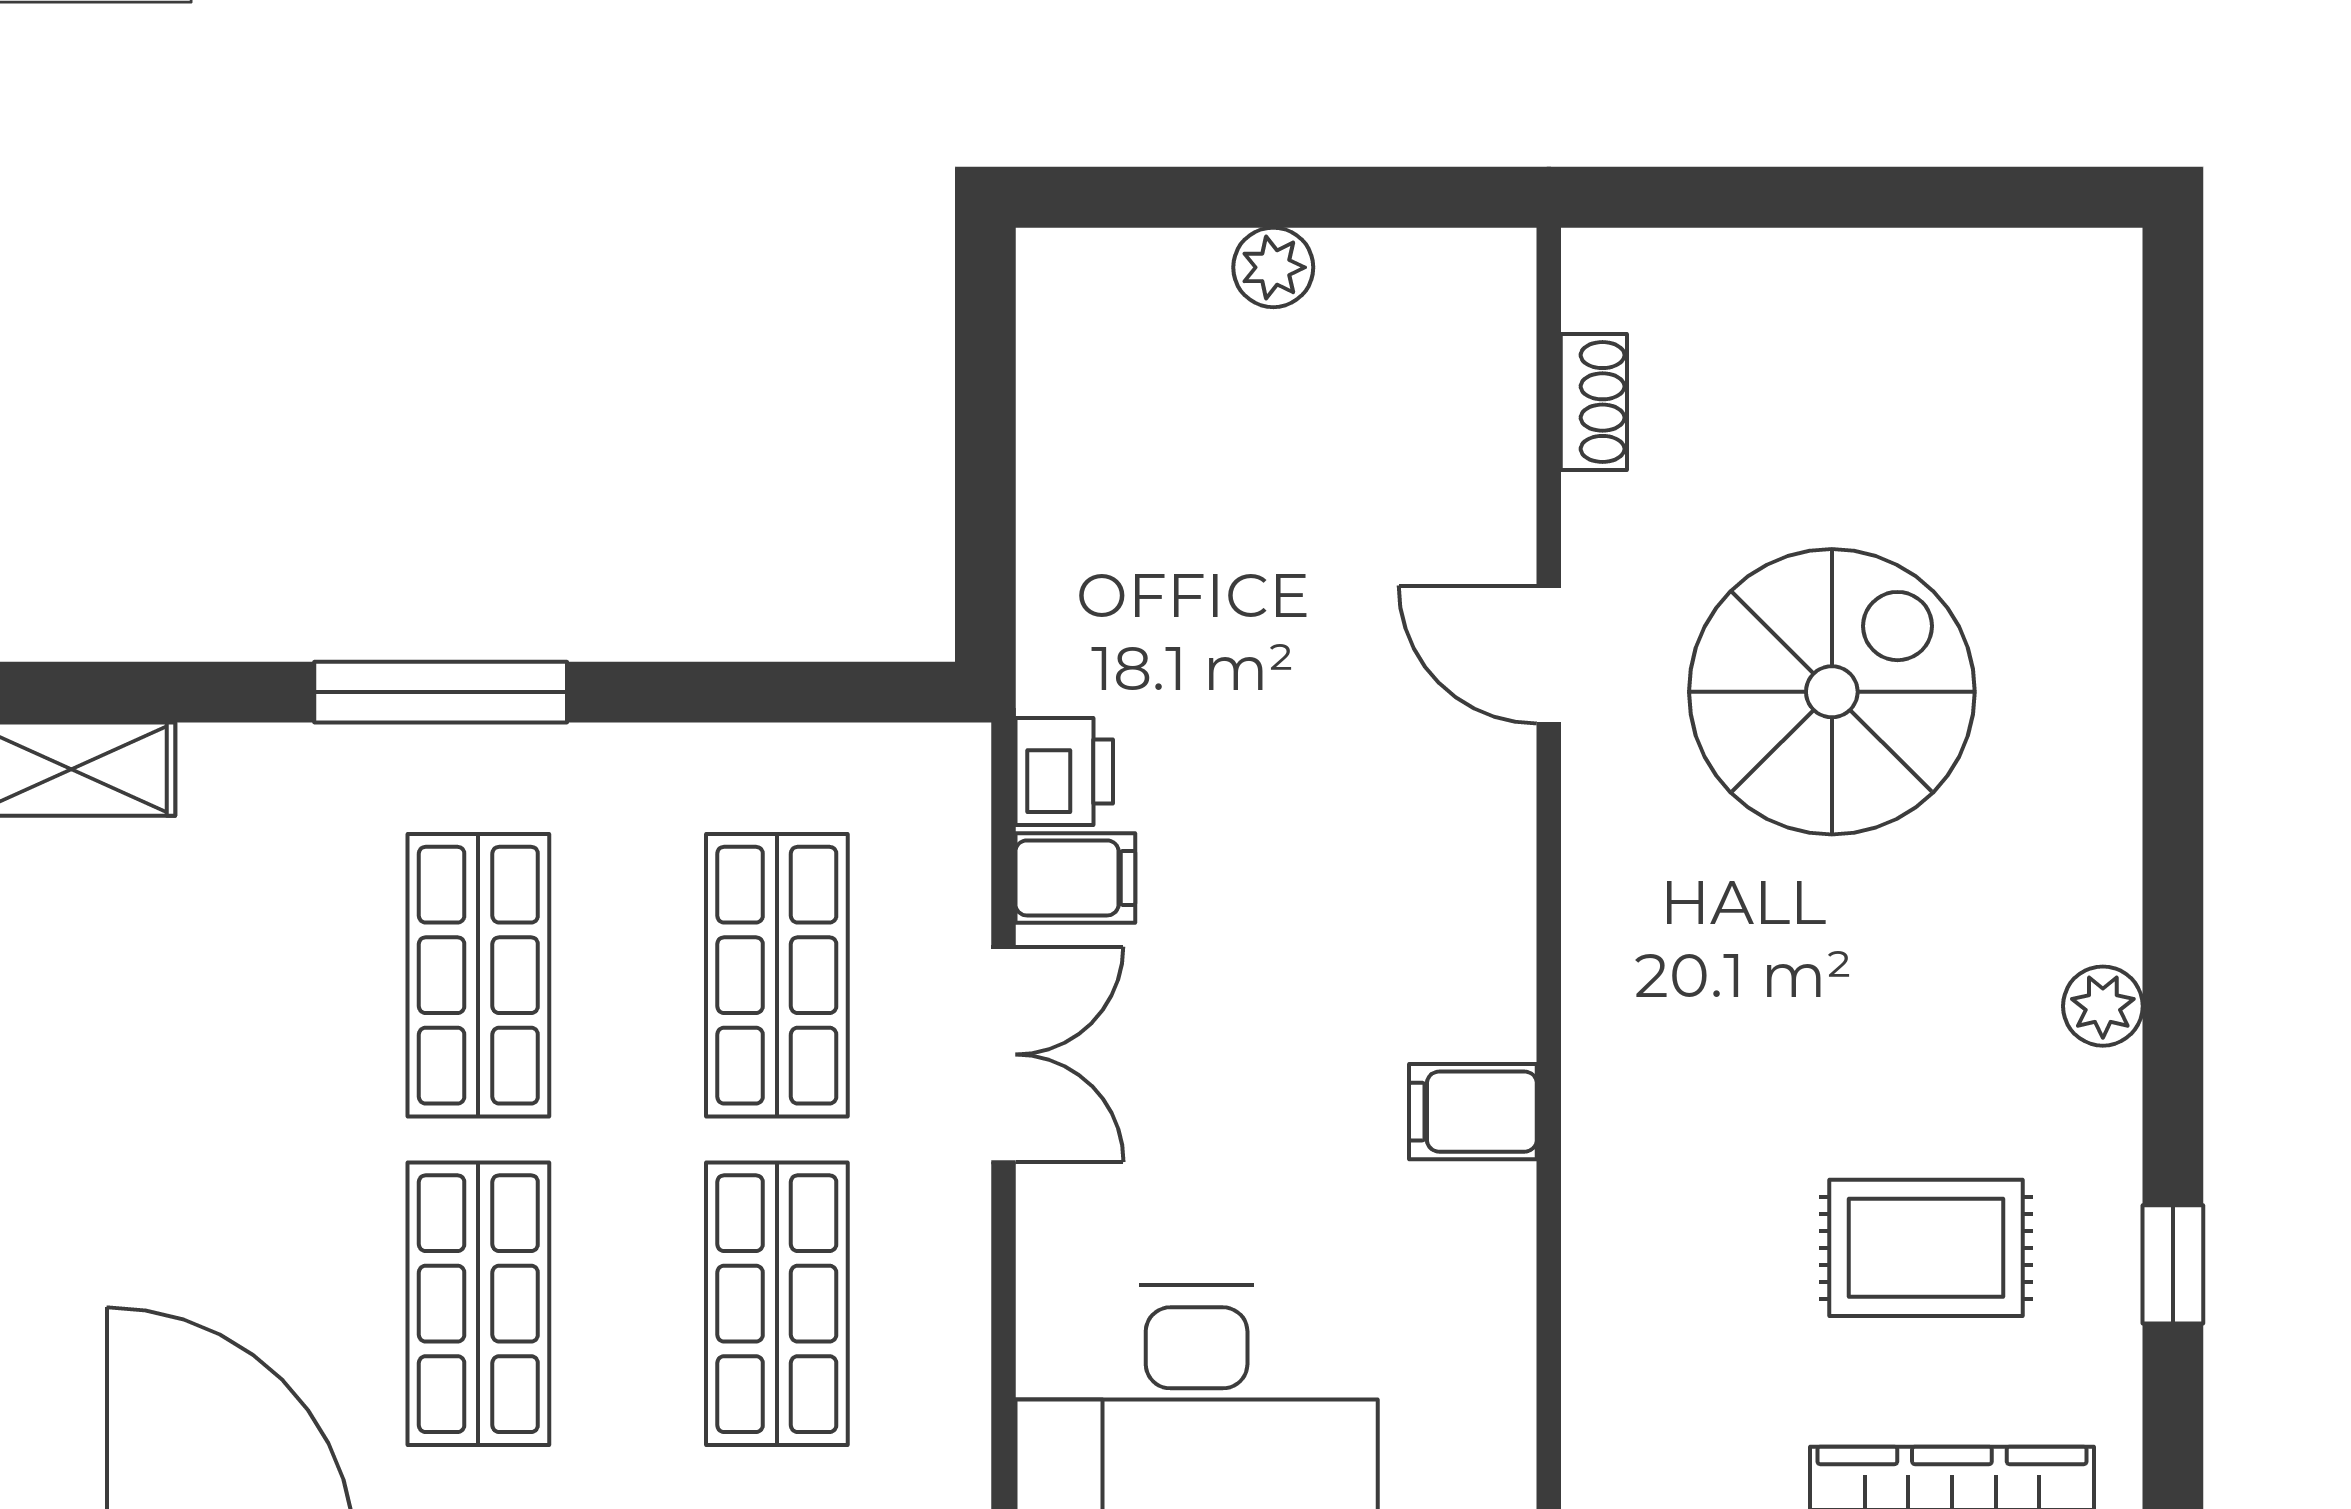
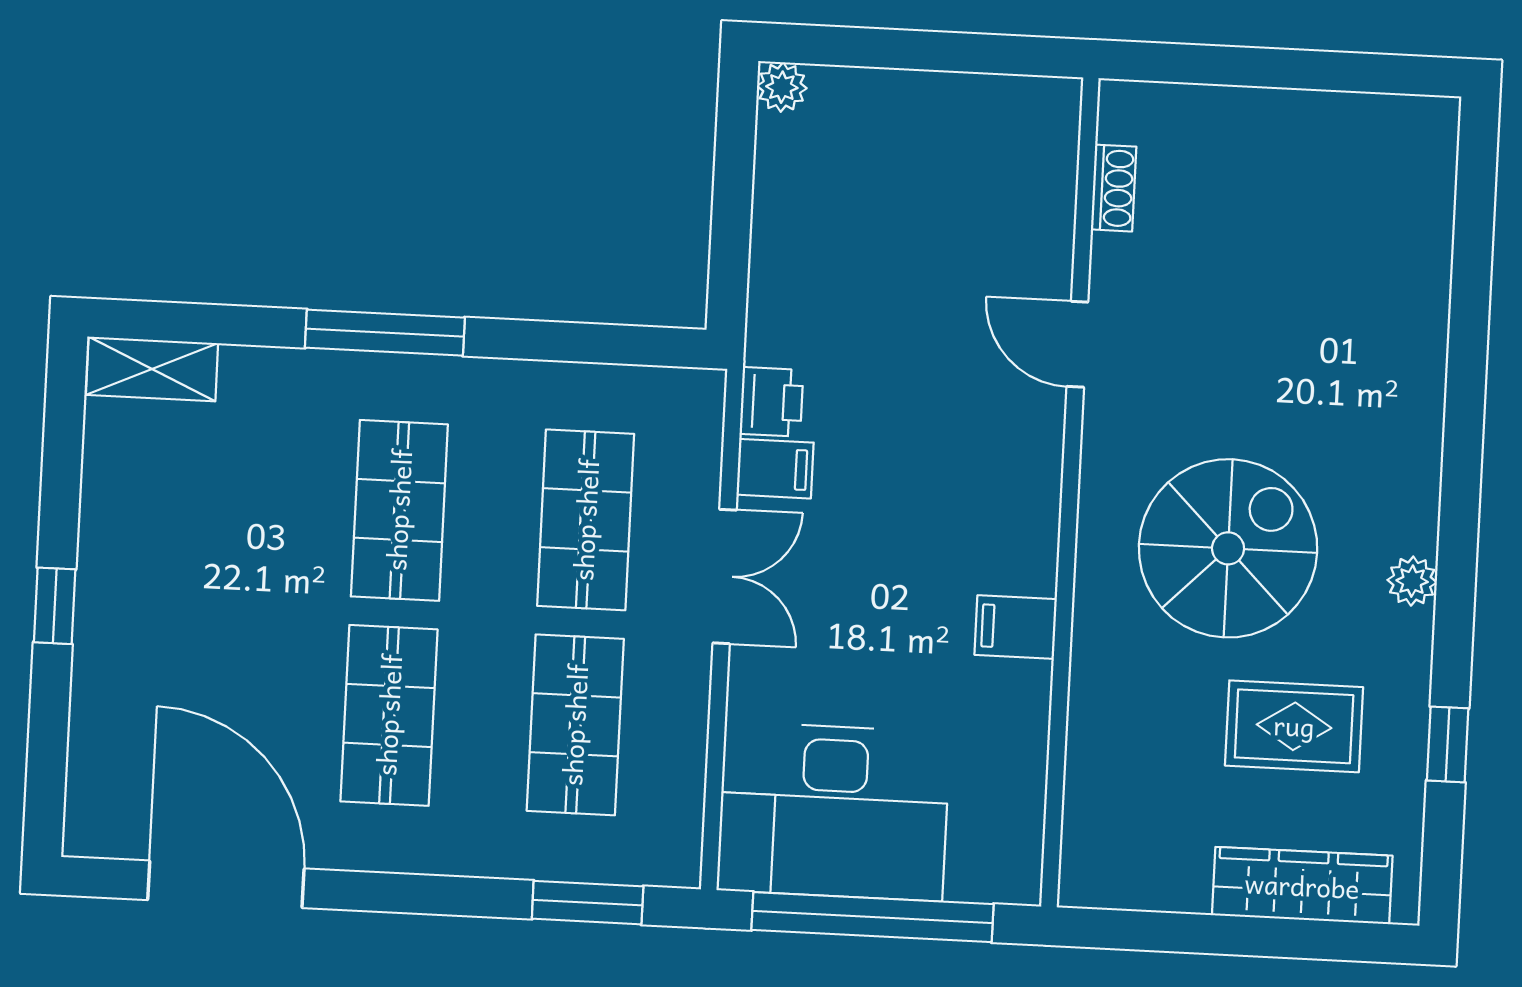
plant: (1273, 267) -> (782, 87), moved
spiral stairs: (1832, 692) -> (1228, 548), moved

